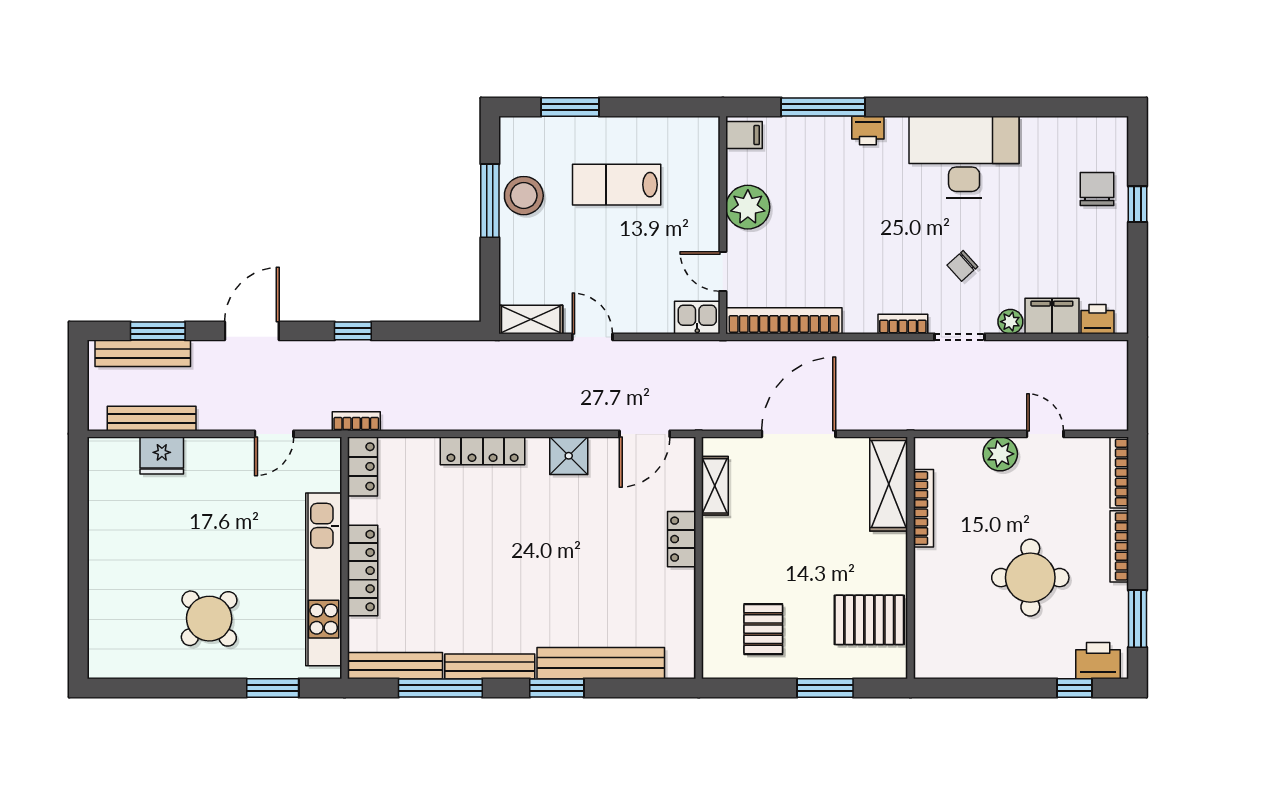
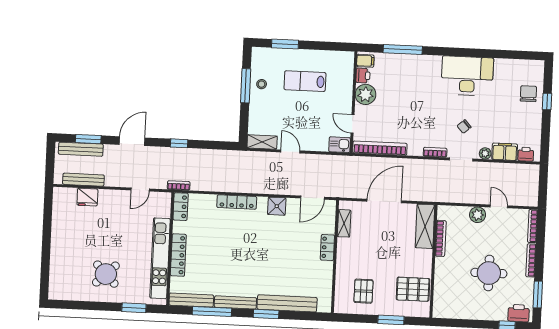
printer: (868, 130) -> (363, 76), moved, turned -90
stool: (524, 196) -> (262, 84), width x0.53, depth x0.53

